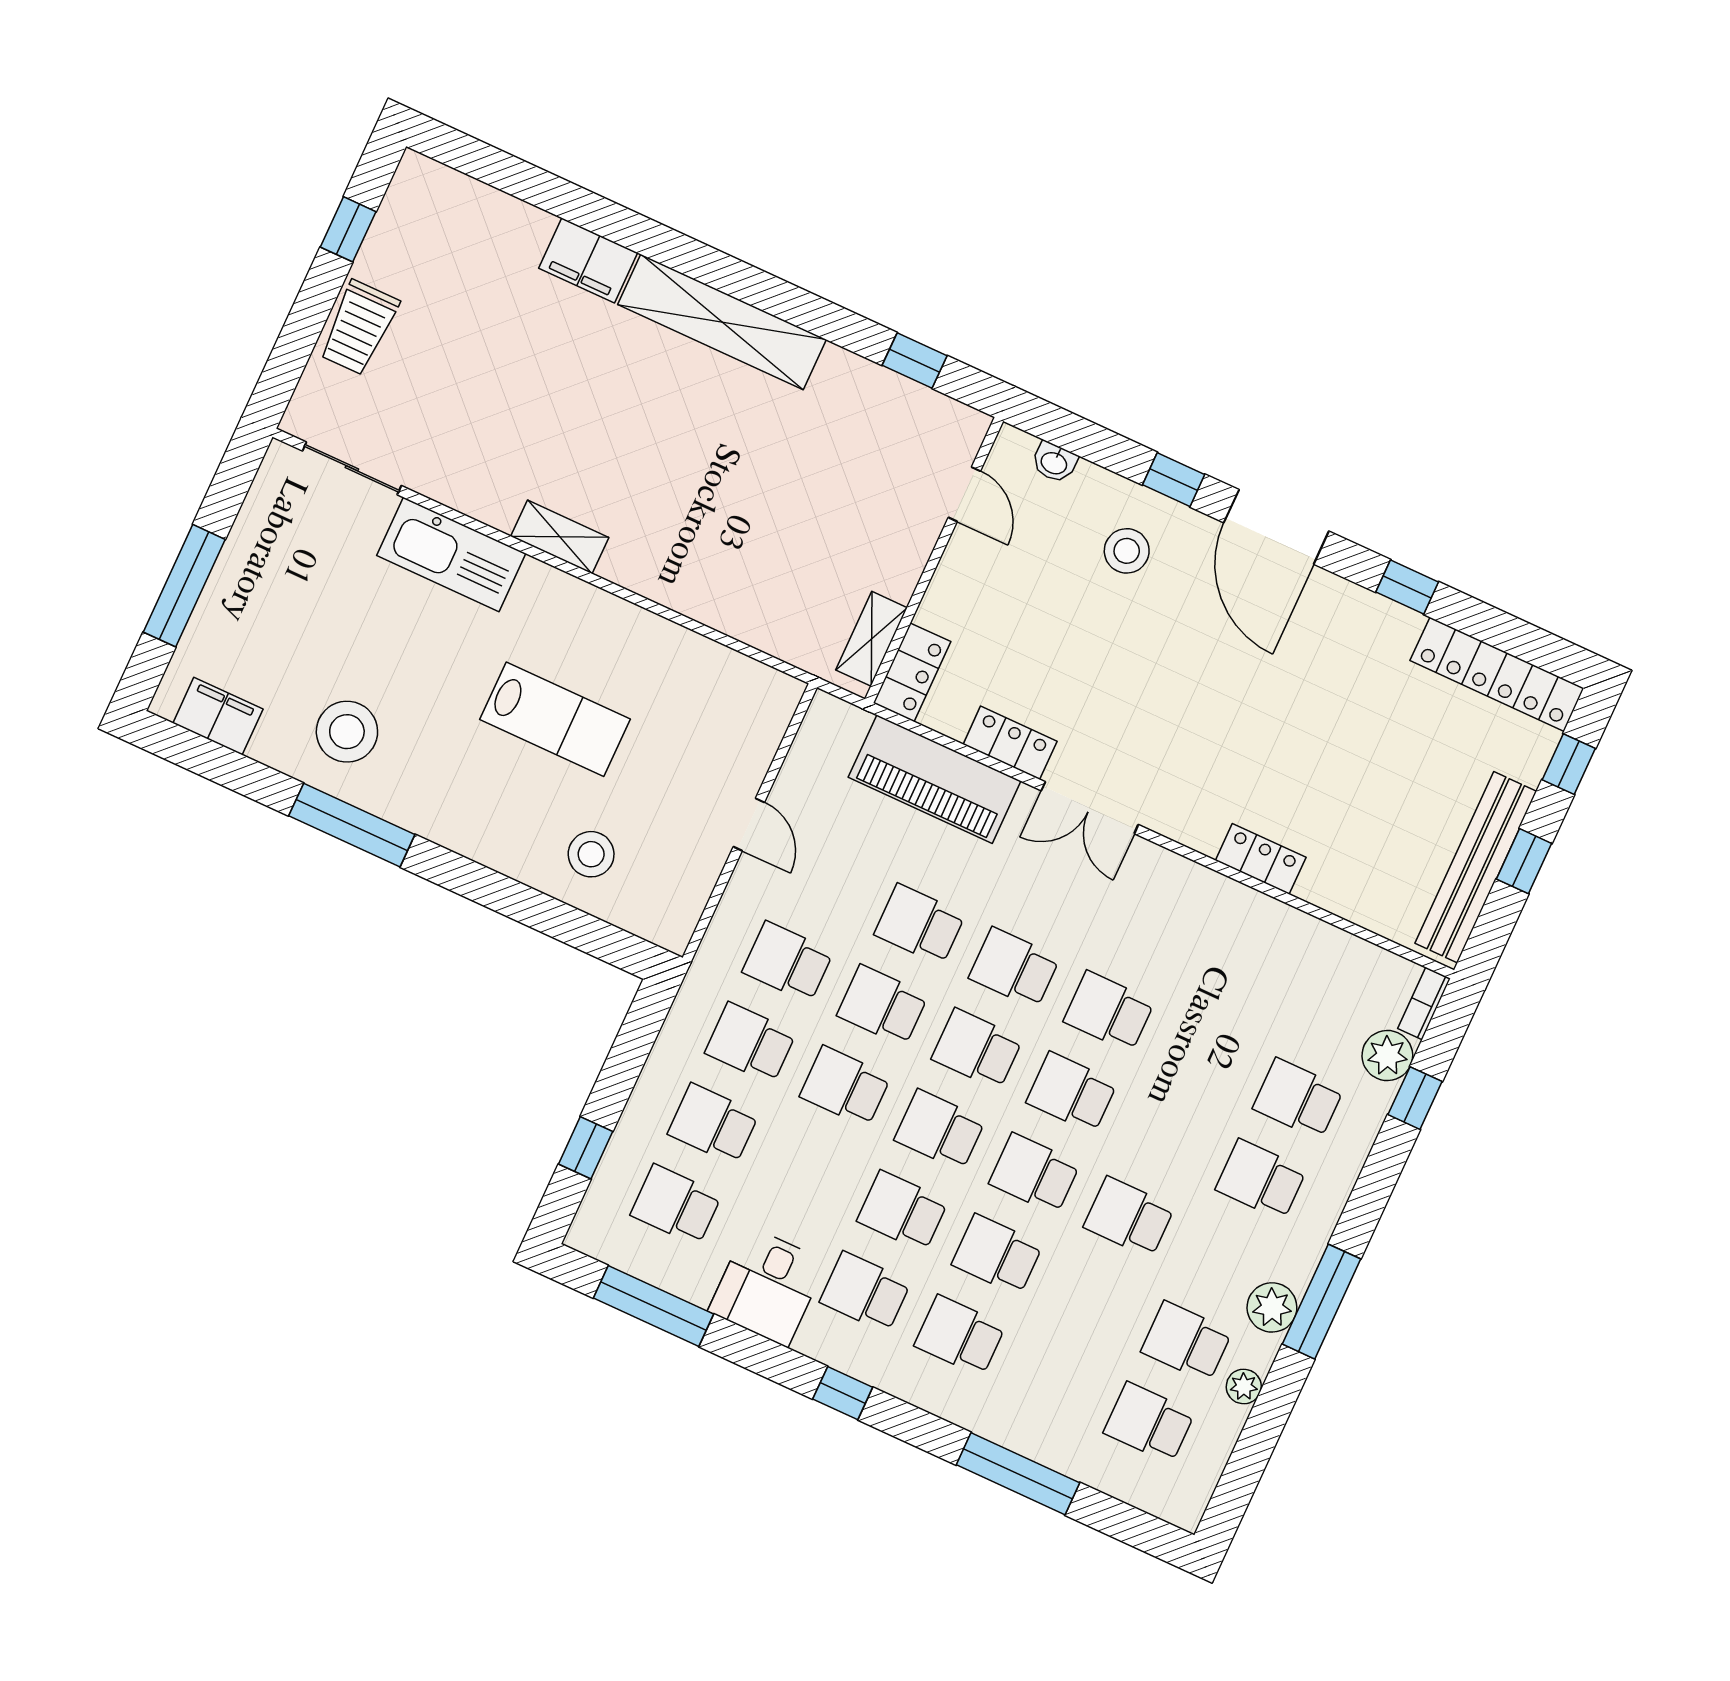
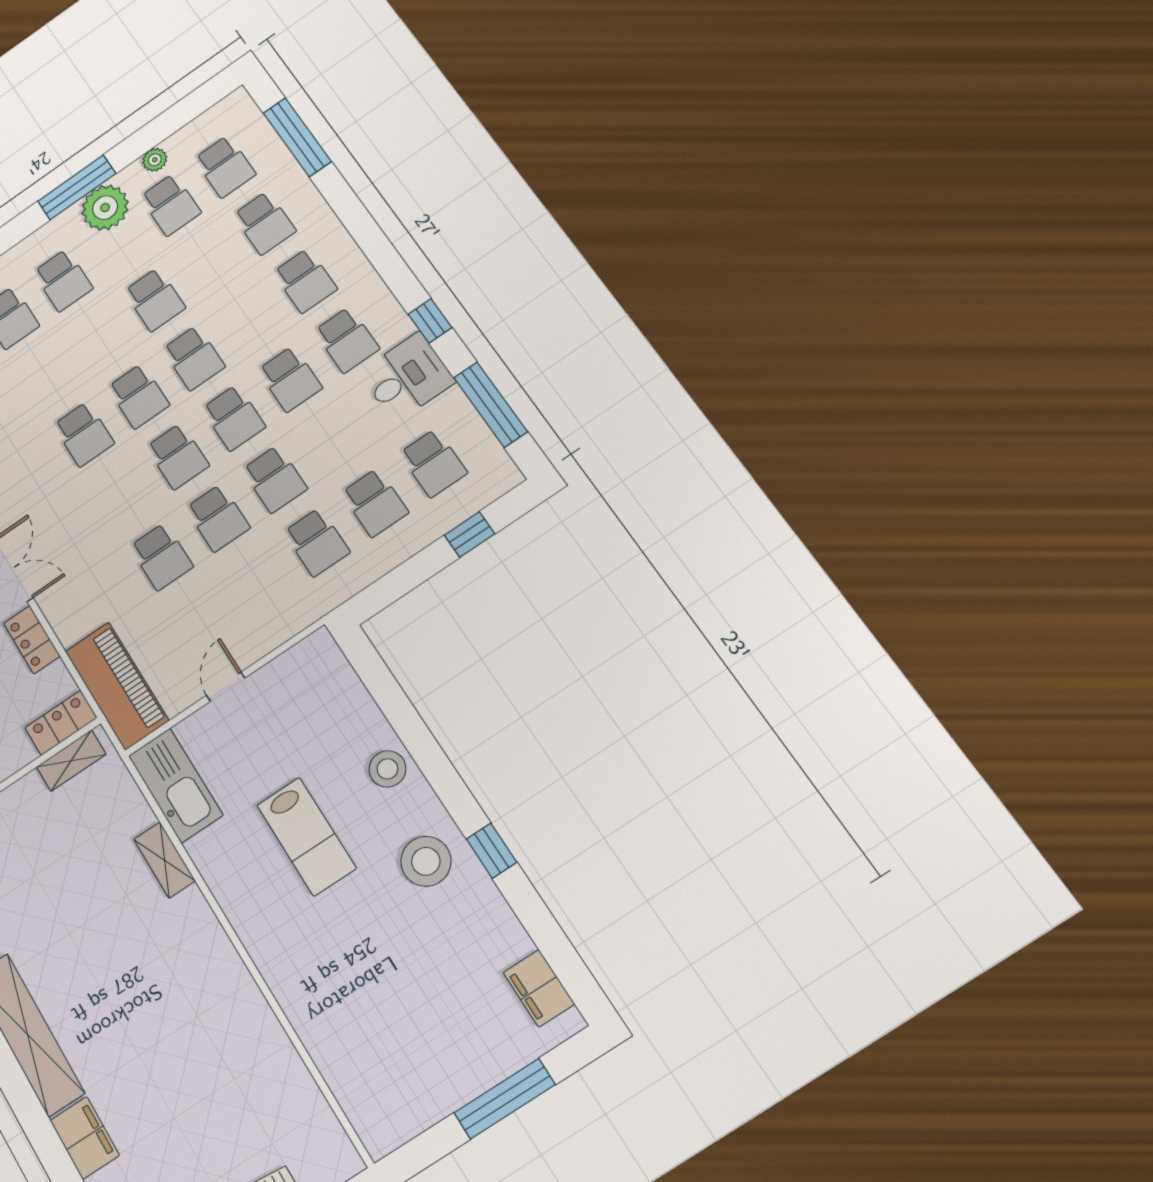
sliding door: (352, 468) -> (333, 1103), removed
shelving: (560, 537) -> (164, 860), moved
kitchen sink: (451, 554) -> (176, 785), moved
lab bench: (555, 719) -> (306, 837), turned 180
stool: (347, 732) -> (426, 861), moved
piano: (935, 779) -> (117, 686), moved
window: (352, 825) -> (491, 851), width x0.46
stool: (591, 854) -> (387, 769), moved
school desk: (788, 962) -> (259, 581), removed
school desk: (1014, 968) -> (122, 495), removed
school desk: (997, 1255) -> (264, 223), moved
plant: (1272, 1307) -> (105, 208), width x1.36, depth x1.36
window: (843, 1393) -> (430, 321), moved
window: (1018, 1474) -> (297, 137), moved

